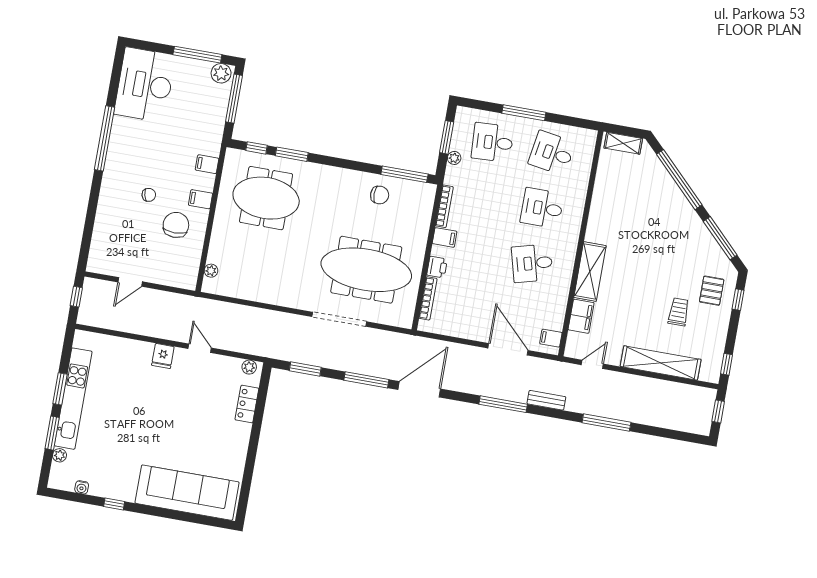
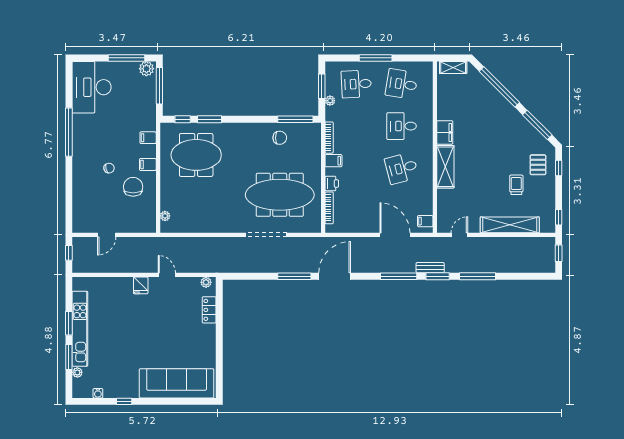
filing cabinet: (581, 316) -> (445, 132), moved
window: (305, 369) -> (438, 276), moved

